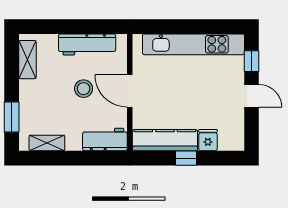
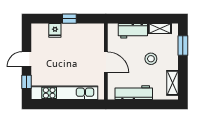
stool: (84, 89) -> (151, 59), moved
door: (252, 96) -> (27, 59), hinge flipped
workbench: (105, 140) -> (133, 31), moved
kitchen counter: (165, 140) -> (83, 30), removed

